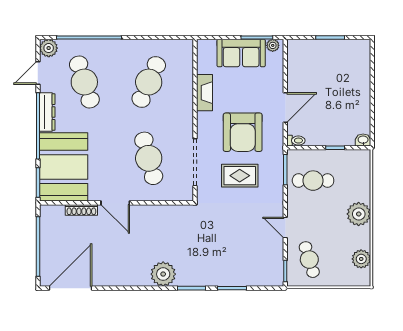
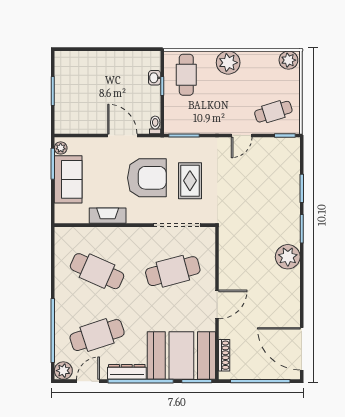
door: (38, 73) -> (88, 381), swing flipped
washbasin: (363, 140) -> (155, 78), moved
cafe table: (313, 181) -> (186, 75), moved
shoe rack: (81, 210) -> (224, 355), moved
plant: (361, 259) -> (288, 60), moved

